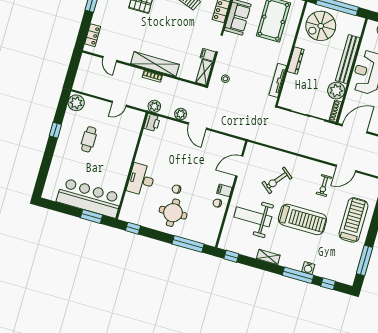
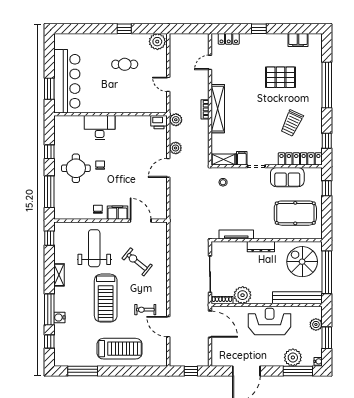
bench: (348, 59) -> (297, 298), moved
filing cabinet: (224, 190) -> (117, 213), width x2.00
window: (133, 228) -> (49, 152), moved

